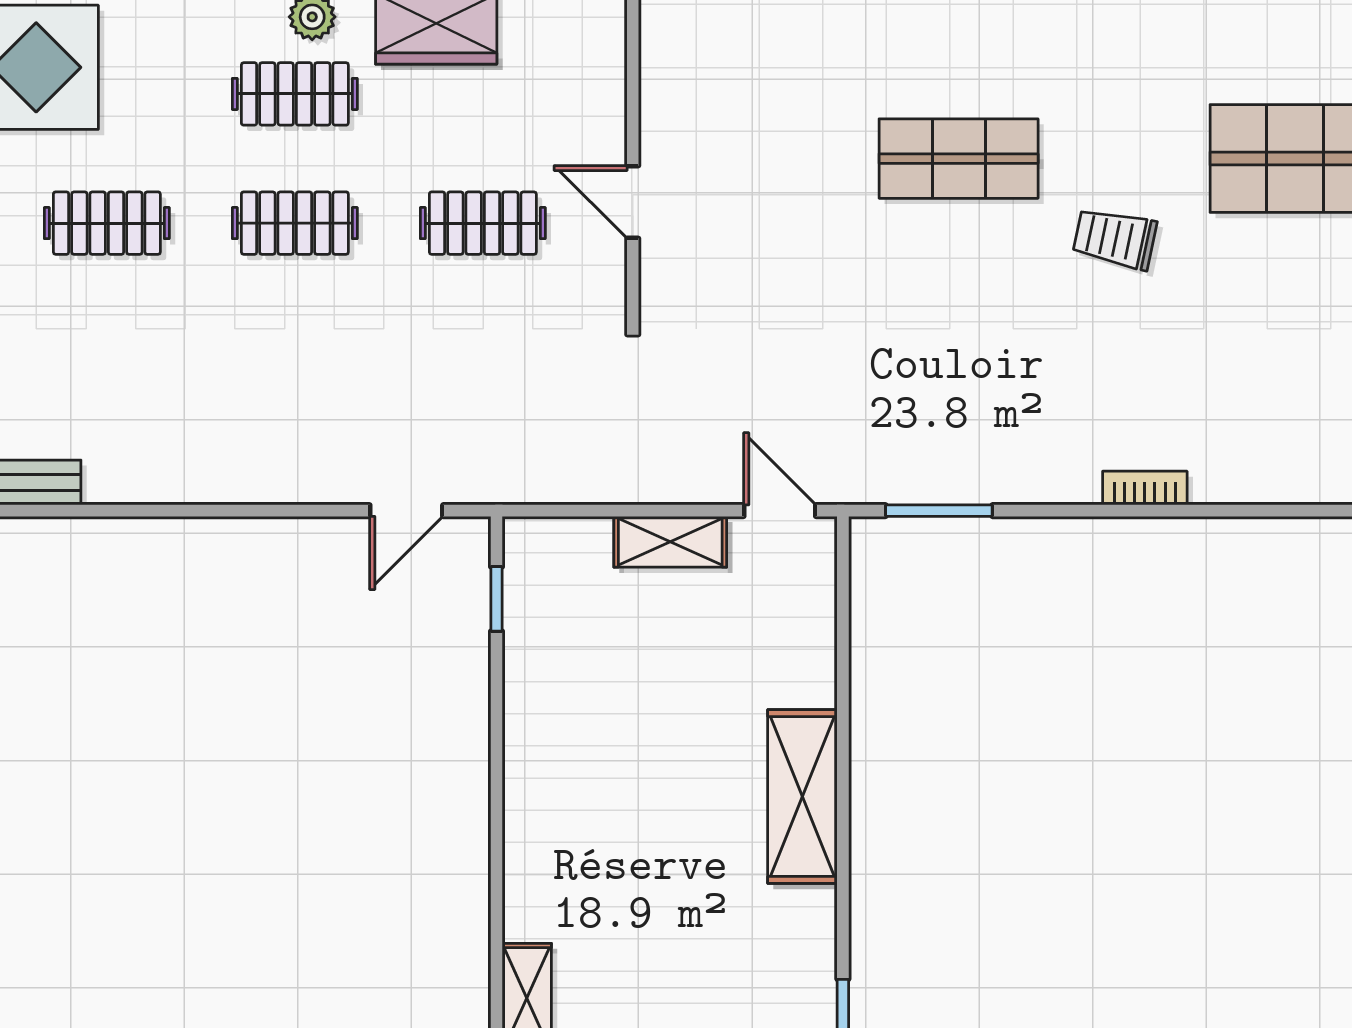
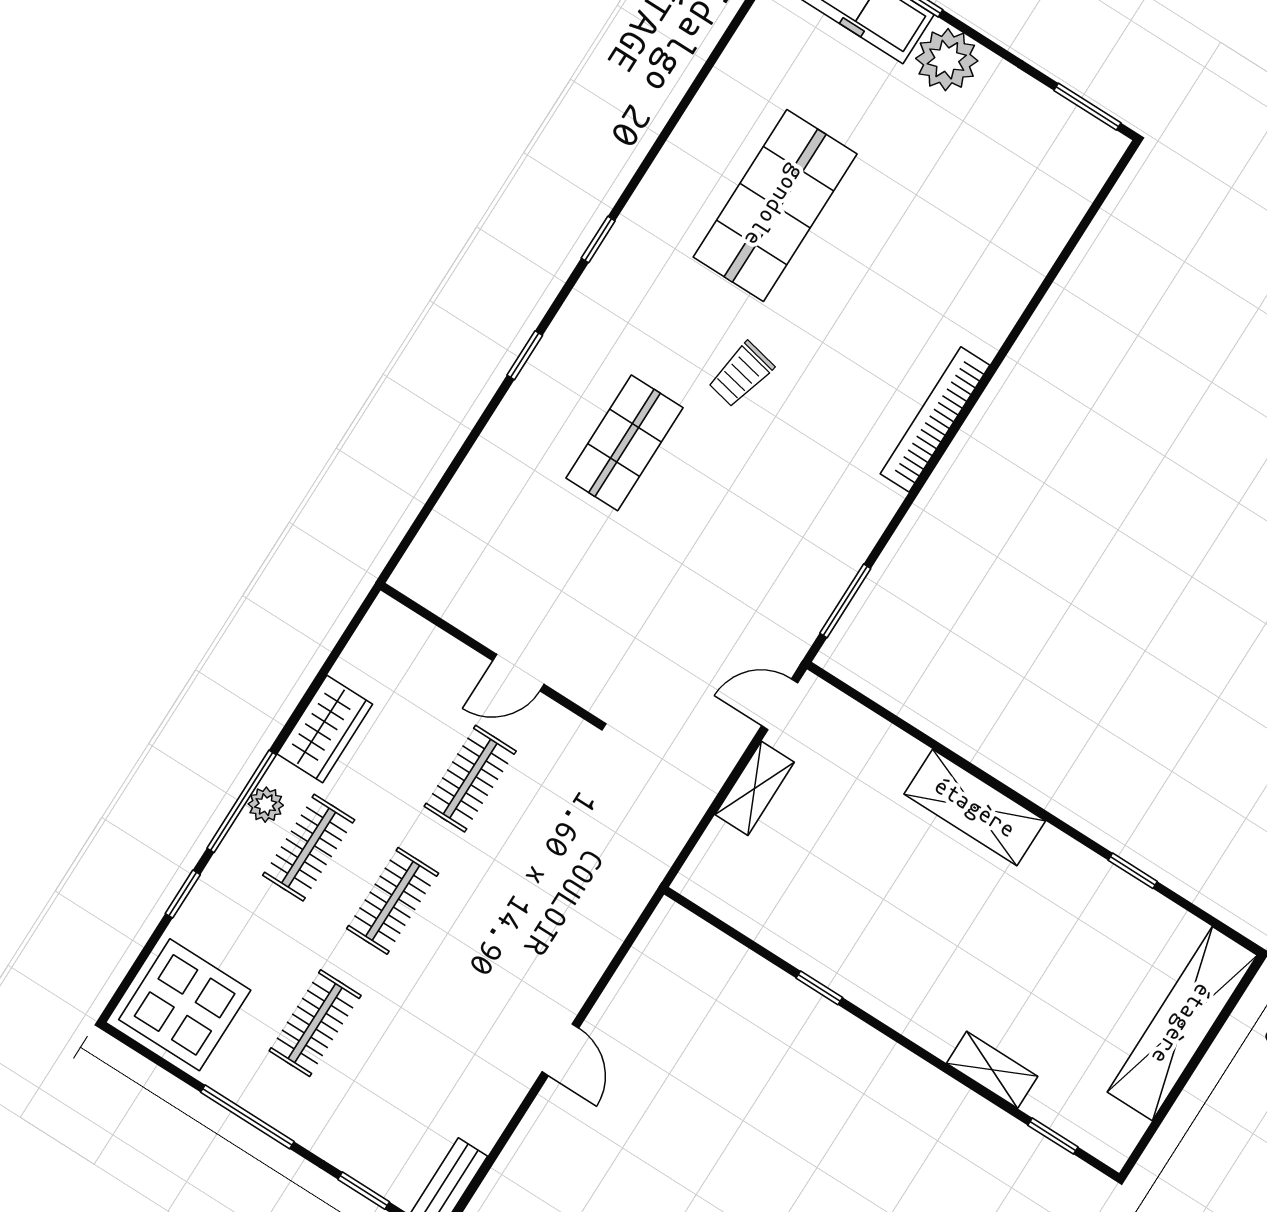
bookcase: (1145, 488) -> (935, 419), width x2.31, depth x1.31
door: (406, 511) -> (560, 1050), moved
window: (496, 599) -> (819, 988), moved

